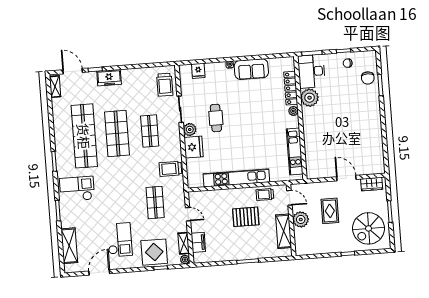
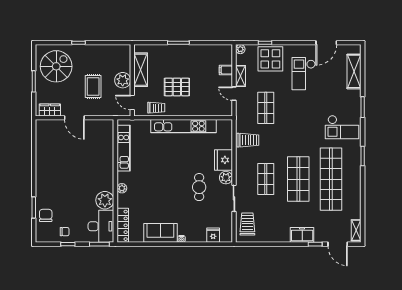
locker: (291, 88) -> (123, 225), moved
filing cabinet: (198, 242) -> (226, 70), width x0.50
shelving: (184, 243) -> (240, 76), moved

